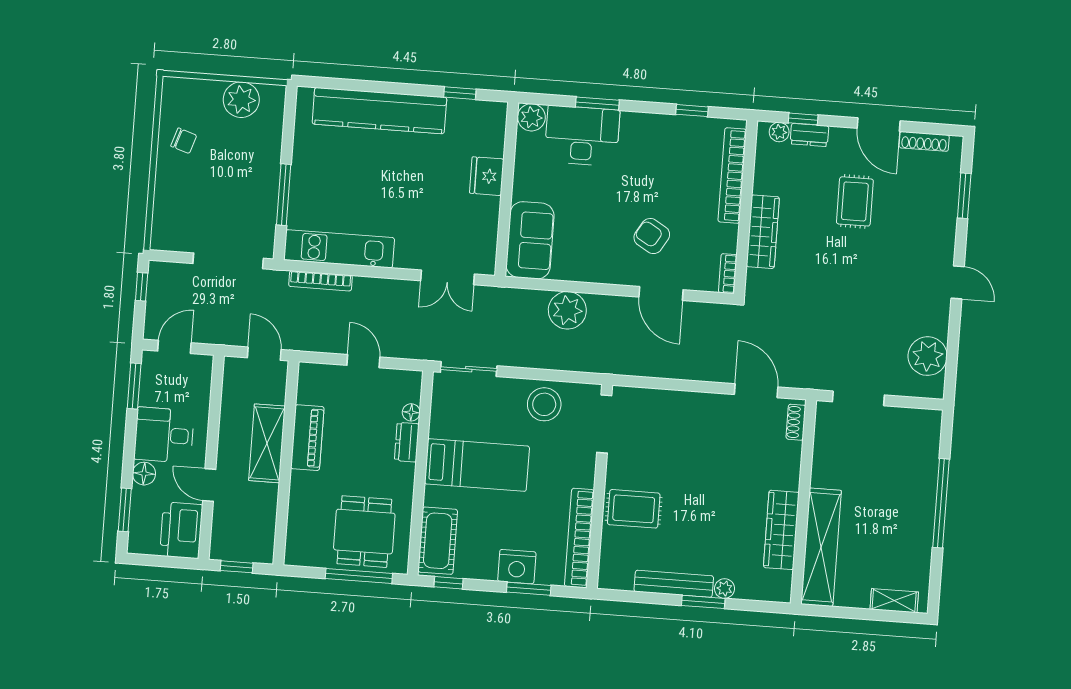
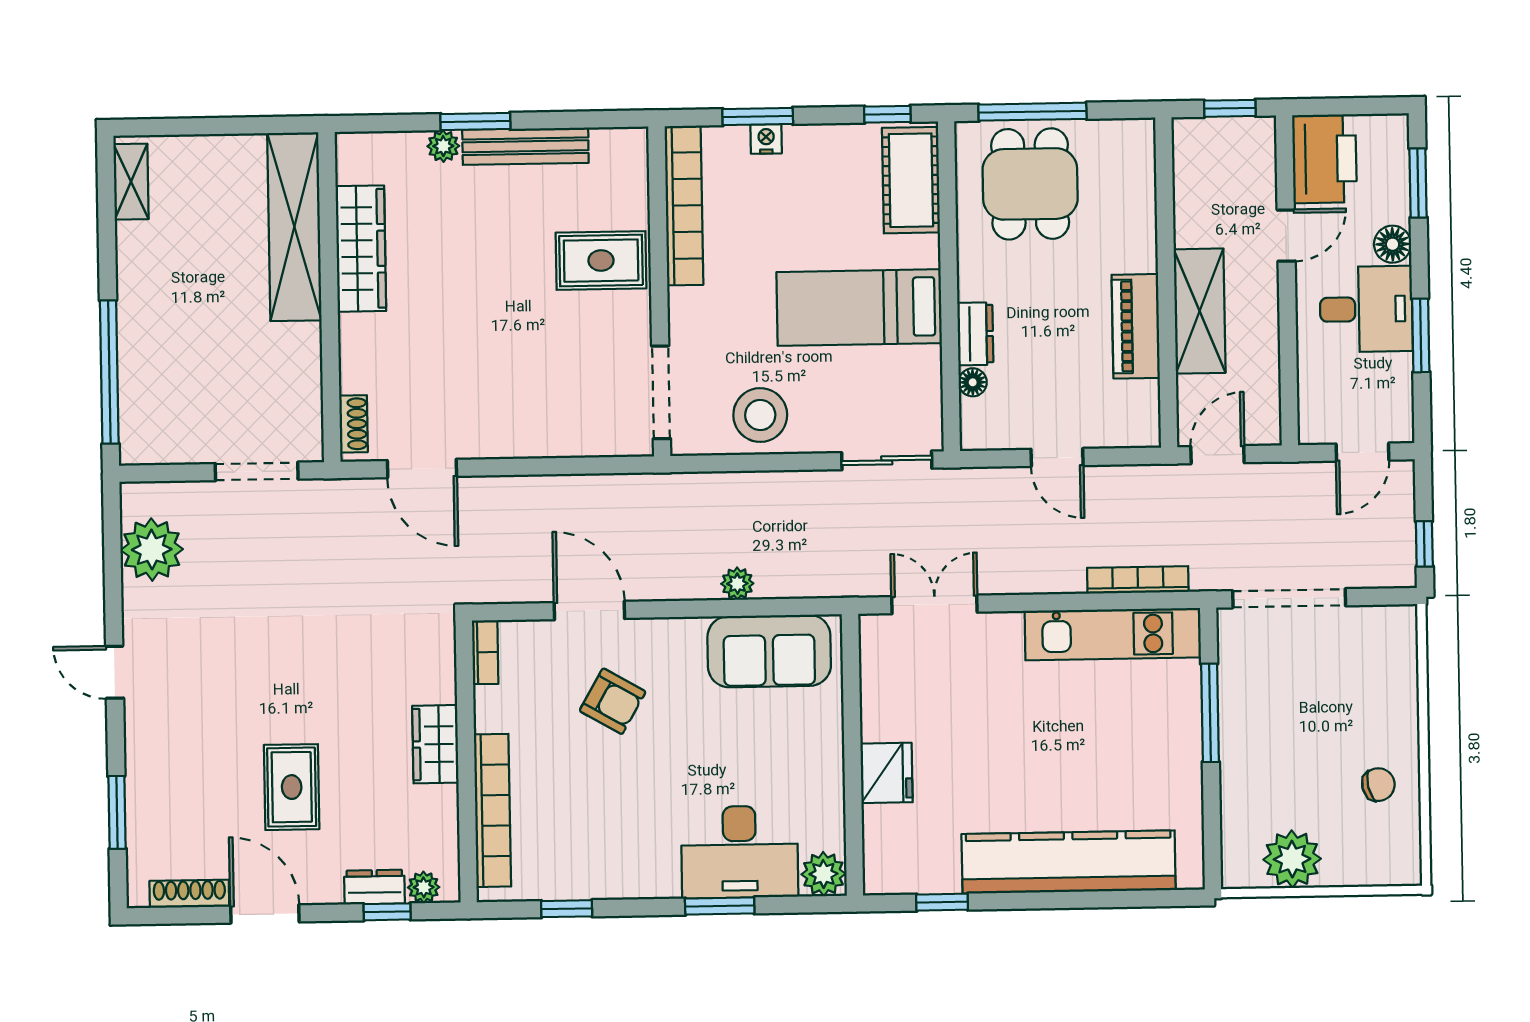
chair: (184, 141) -> (1378, 785), turned 149
wardrobe: (763, 232) -> (435, 744), width x0.67
sofa: (530, 240) -> (769, 651), moved, turned -90
plant: (567, 310) -> (737, 584), width x0.53, depth x0.53
door: (264, 354) -> (1217, 455), swing flipped
window: (134, 386) -> (1421, 335), moved
door: (209, 485) -> (1286, 236), hinge flipped
window: (941, 503) -> (109, 372), moved
nightstand: (517, 567) -> (766, 139), width x0.53, depth x0.56
shelving: (894, 601) -> (131, 182), moved, turned 90

